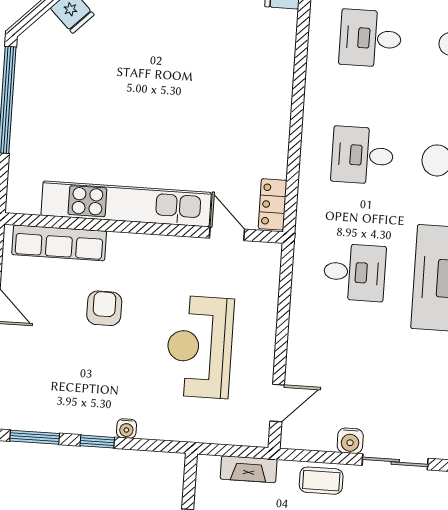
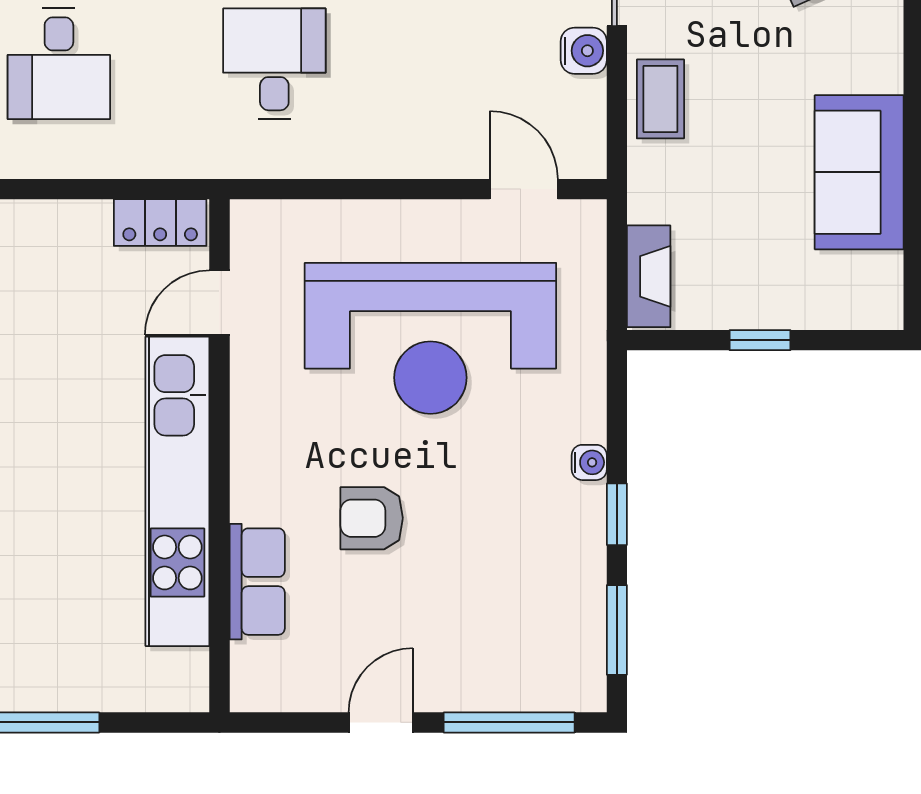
row of seats: (59, 243) -> (257, 582), width x0.68
reception desk: (200, 347) -> (430, 338), width x1.36, depth x1.30
fireplace: (249, 469) -> (649, 276), moved

